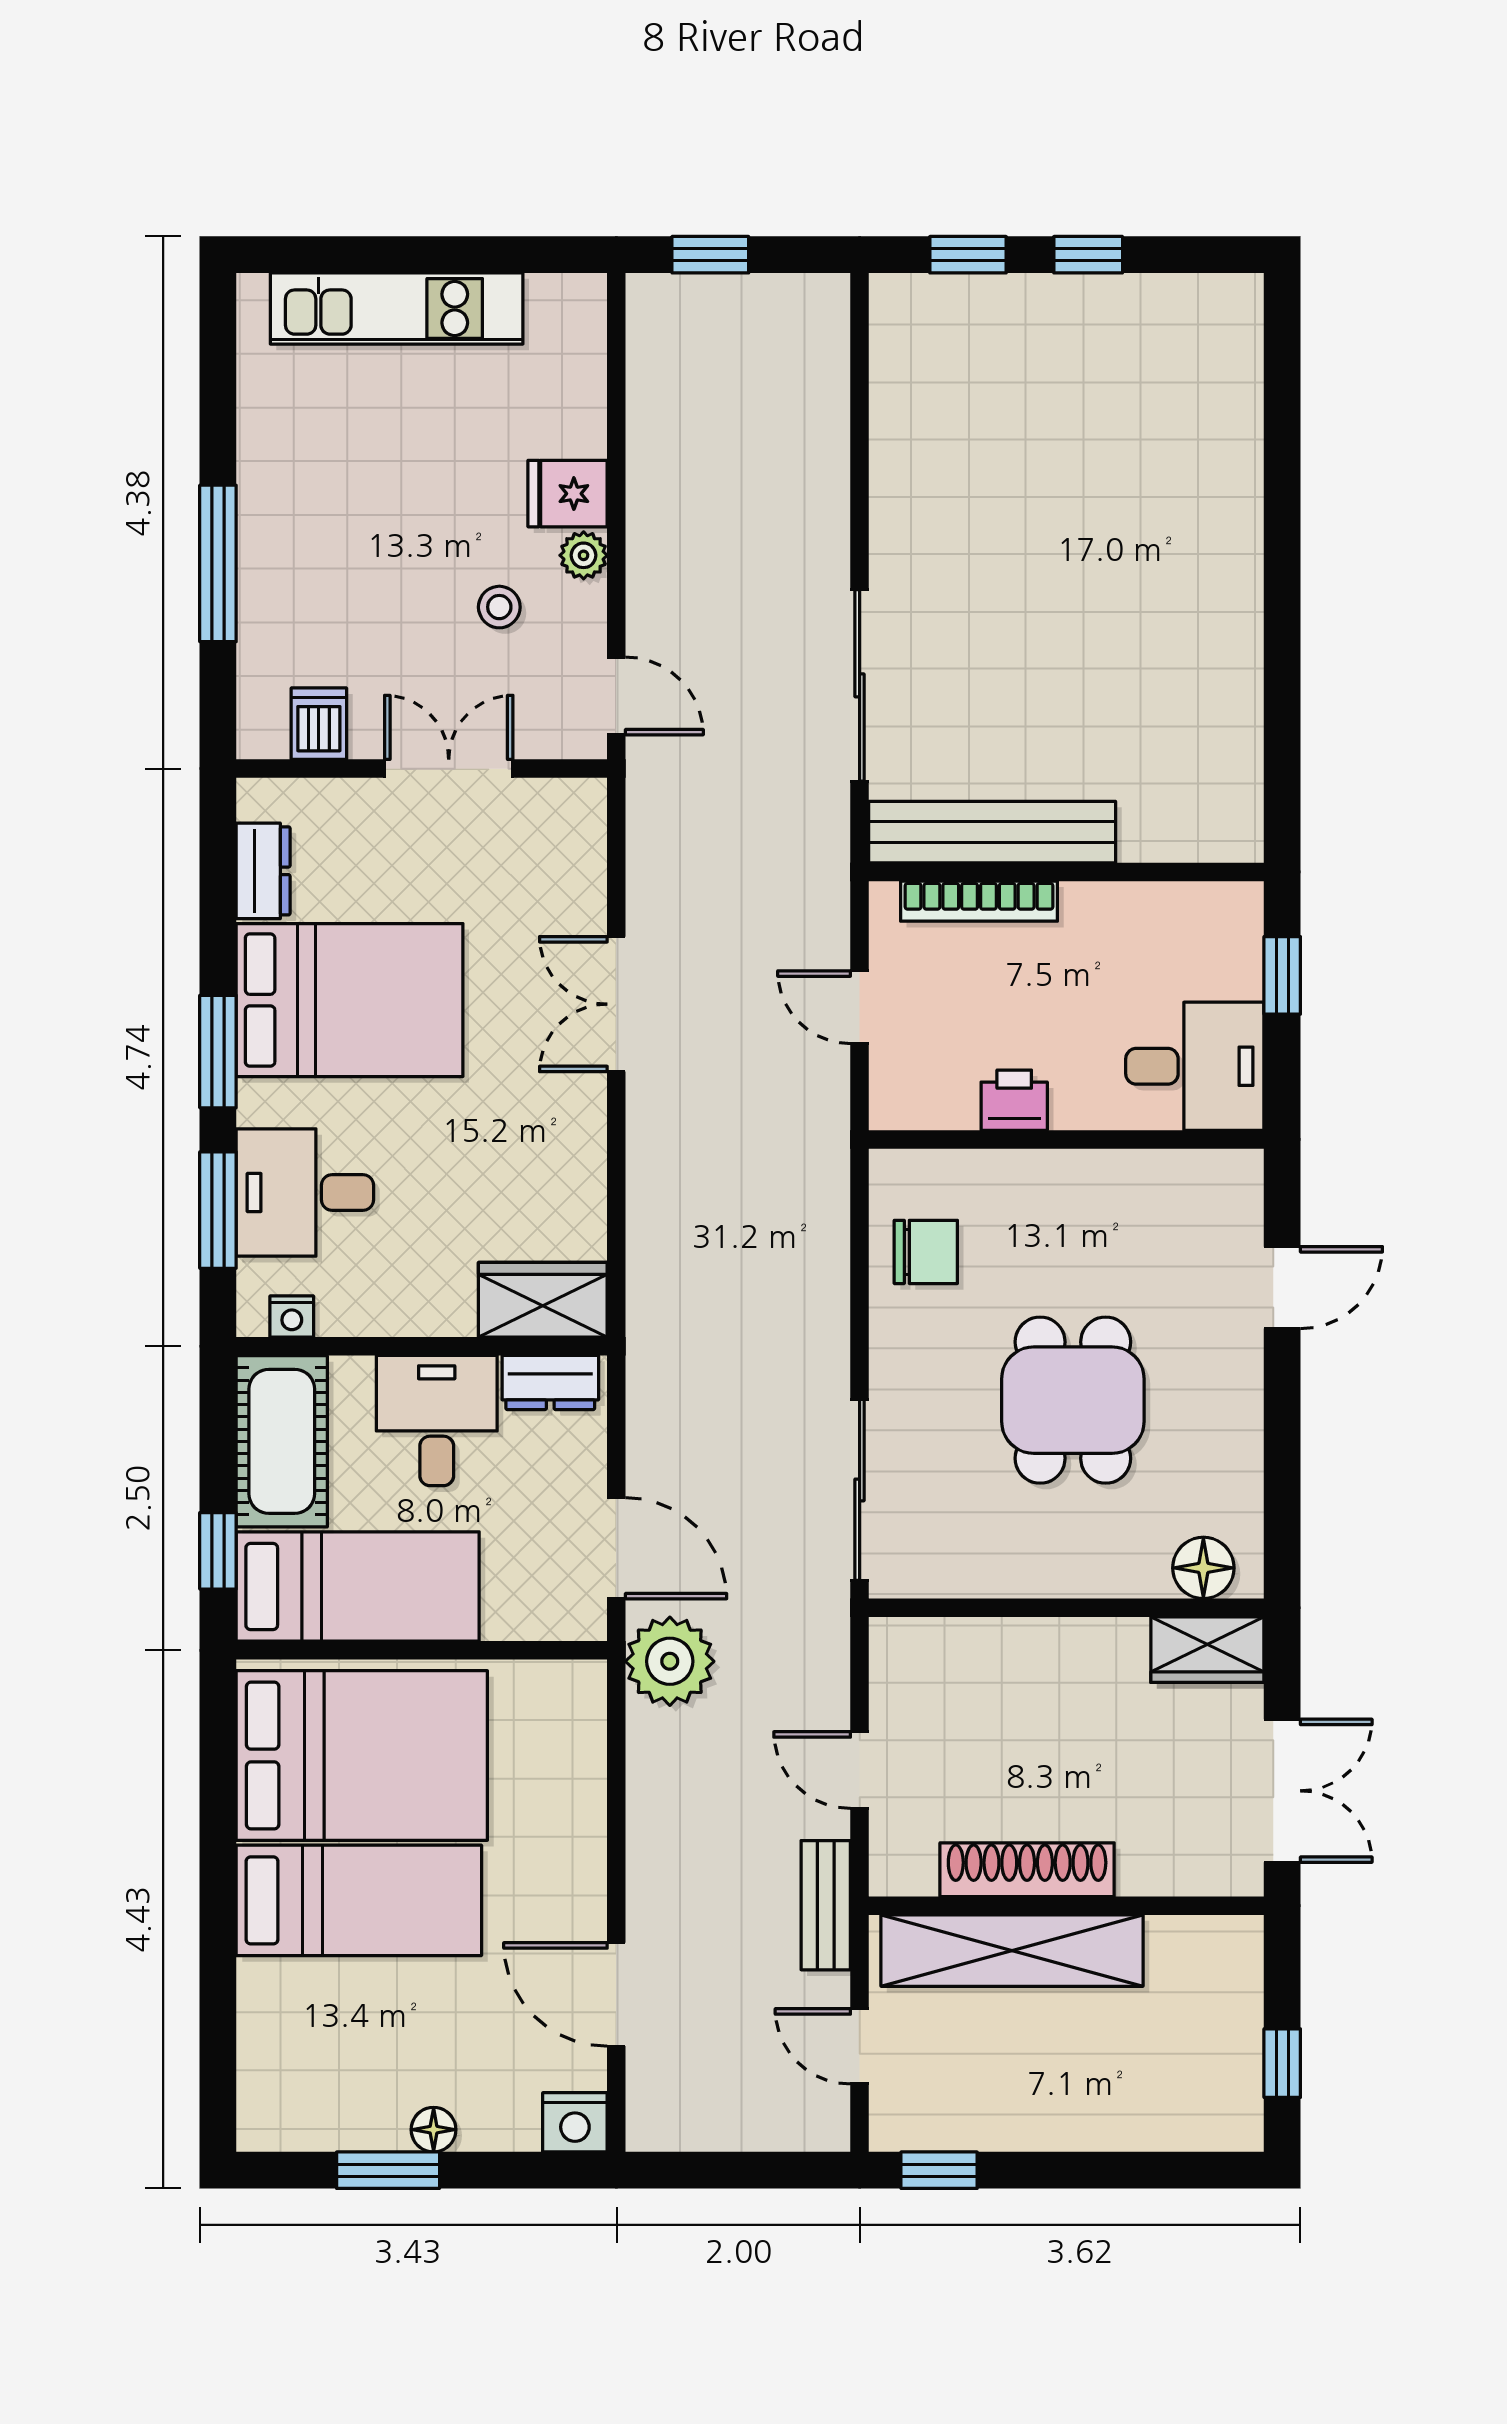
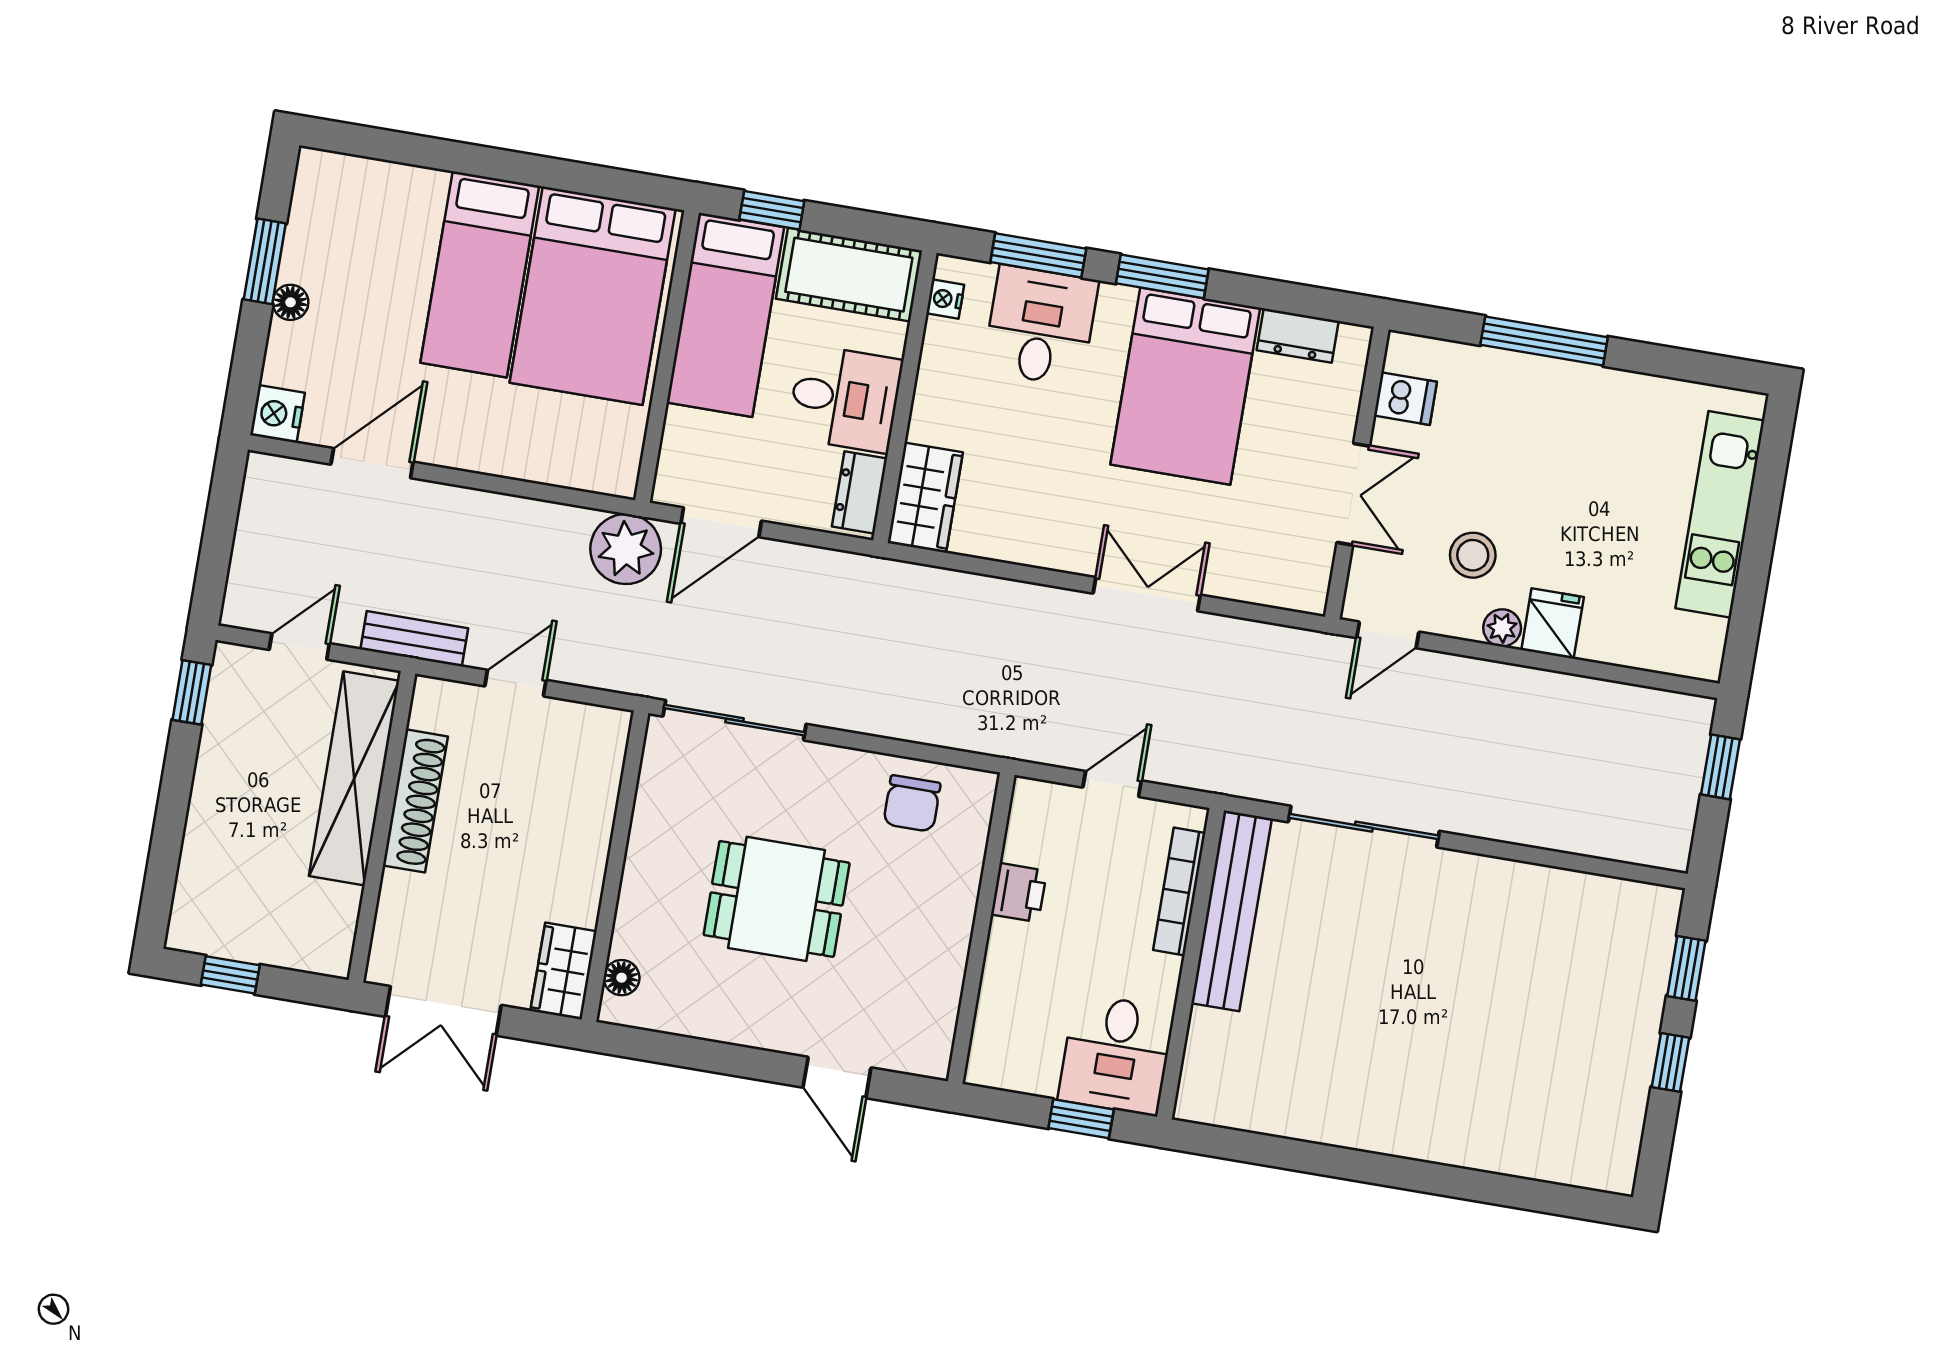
stool: (499, 607) -> (1473, 555), width x1.37, depth x1.37
desk: (1195, 1066) -> (1116, 1054), moved
floor lamp: (1203, 1568) -> (622, 978), width x0.73, depth x0.73

